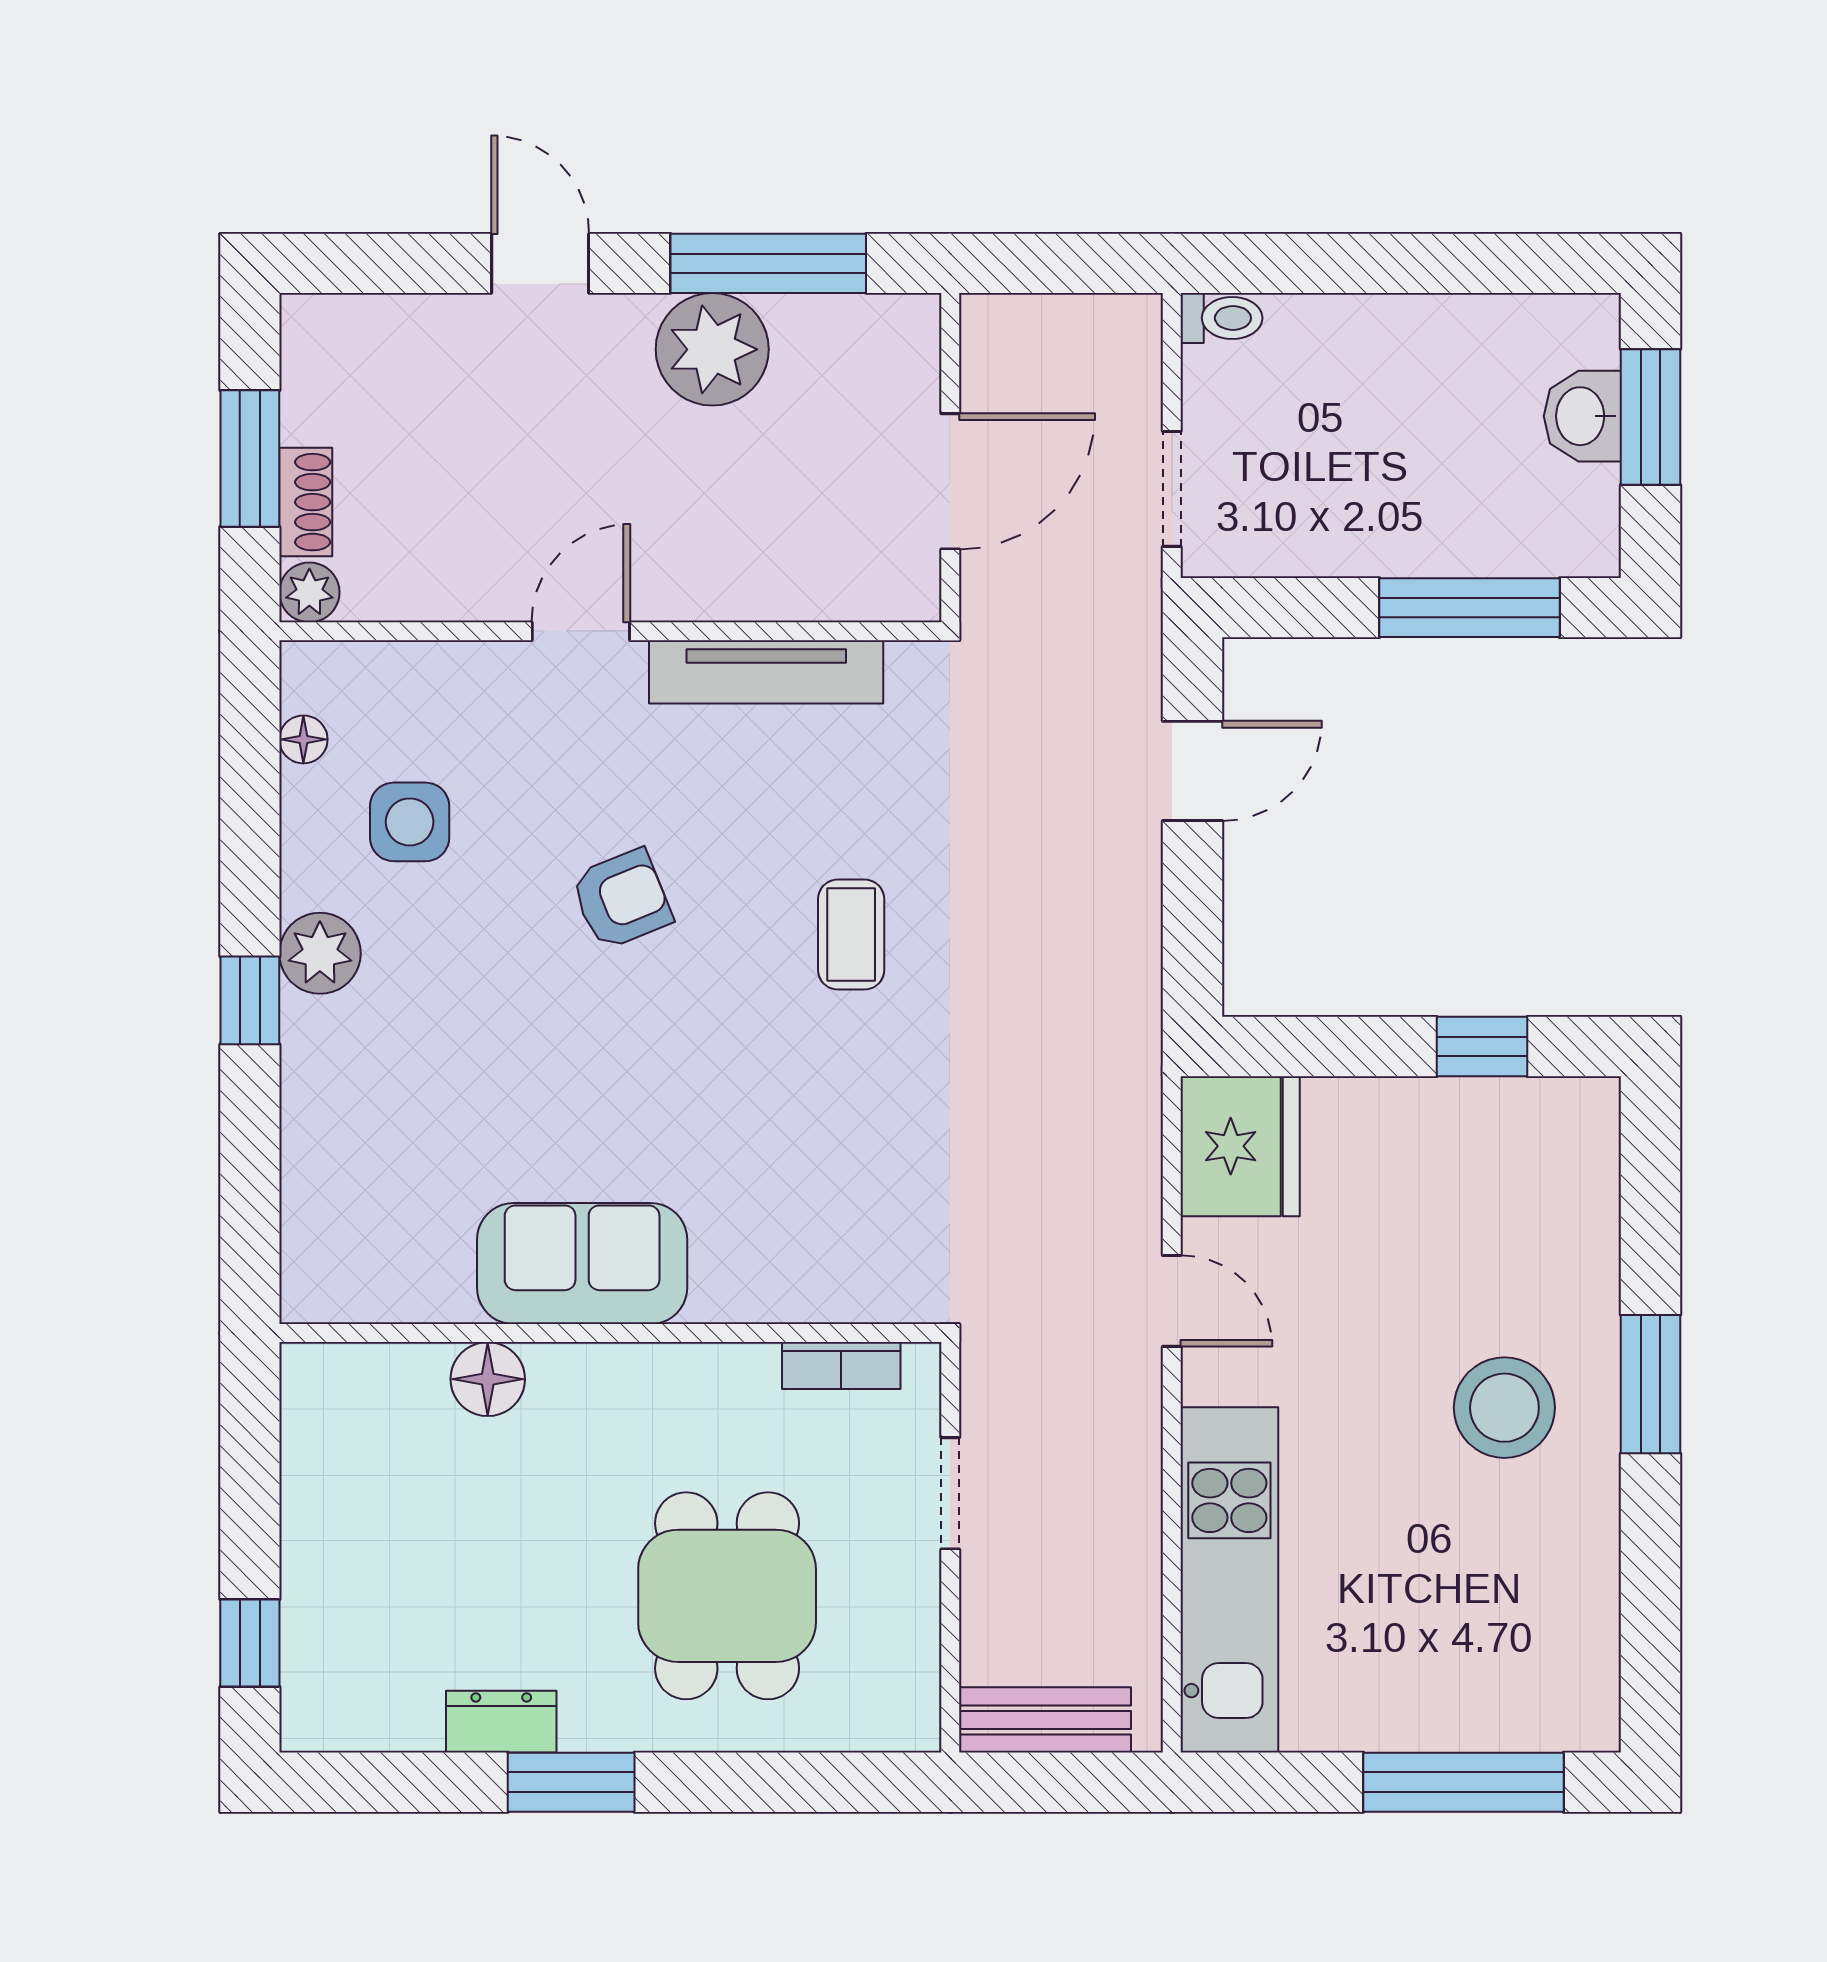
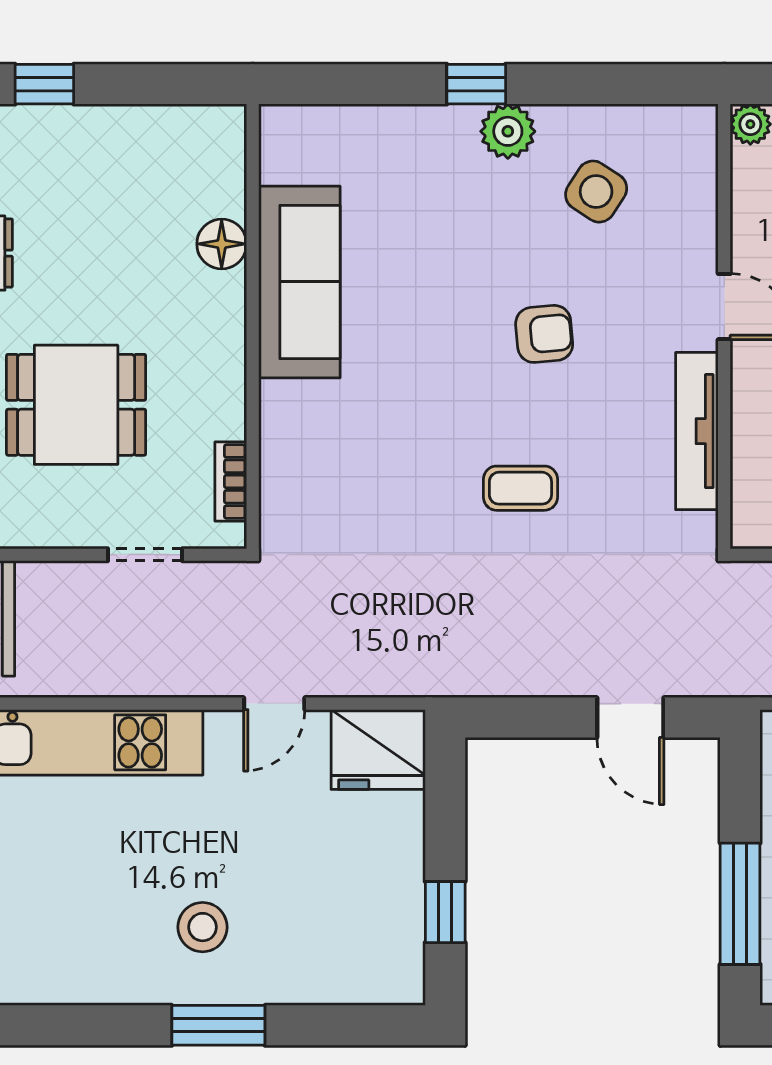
floor lamp: (303, 739) -> (652, 120), removed
side table: (410, 822) -> (596, 192), turned 33
armchair: (622, 899) -> (544, 334), turned -73
sofa: (582, 1264) -> (299, 282), width x1.36
stool: (1504, 1408) -> (203, 927), width x0.73, depth x0.73

